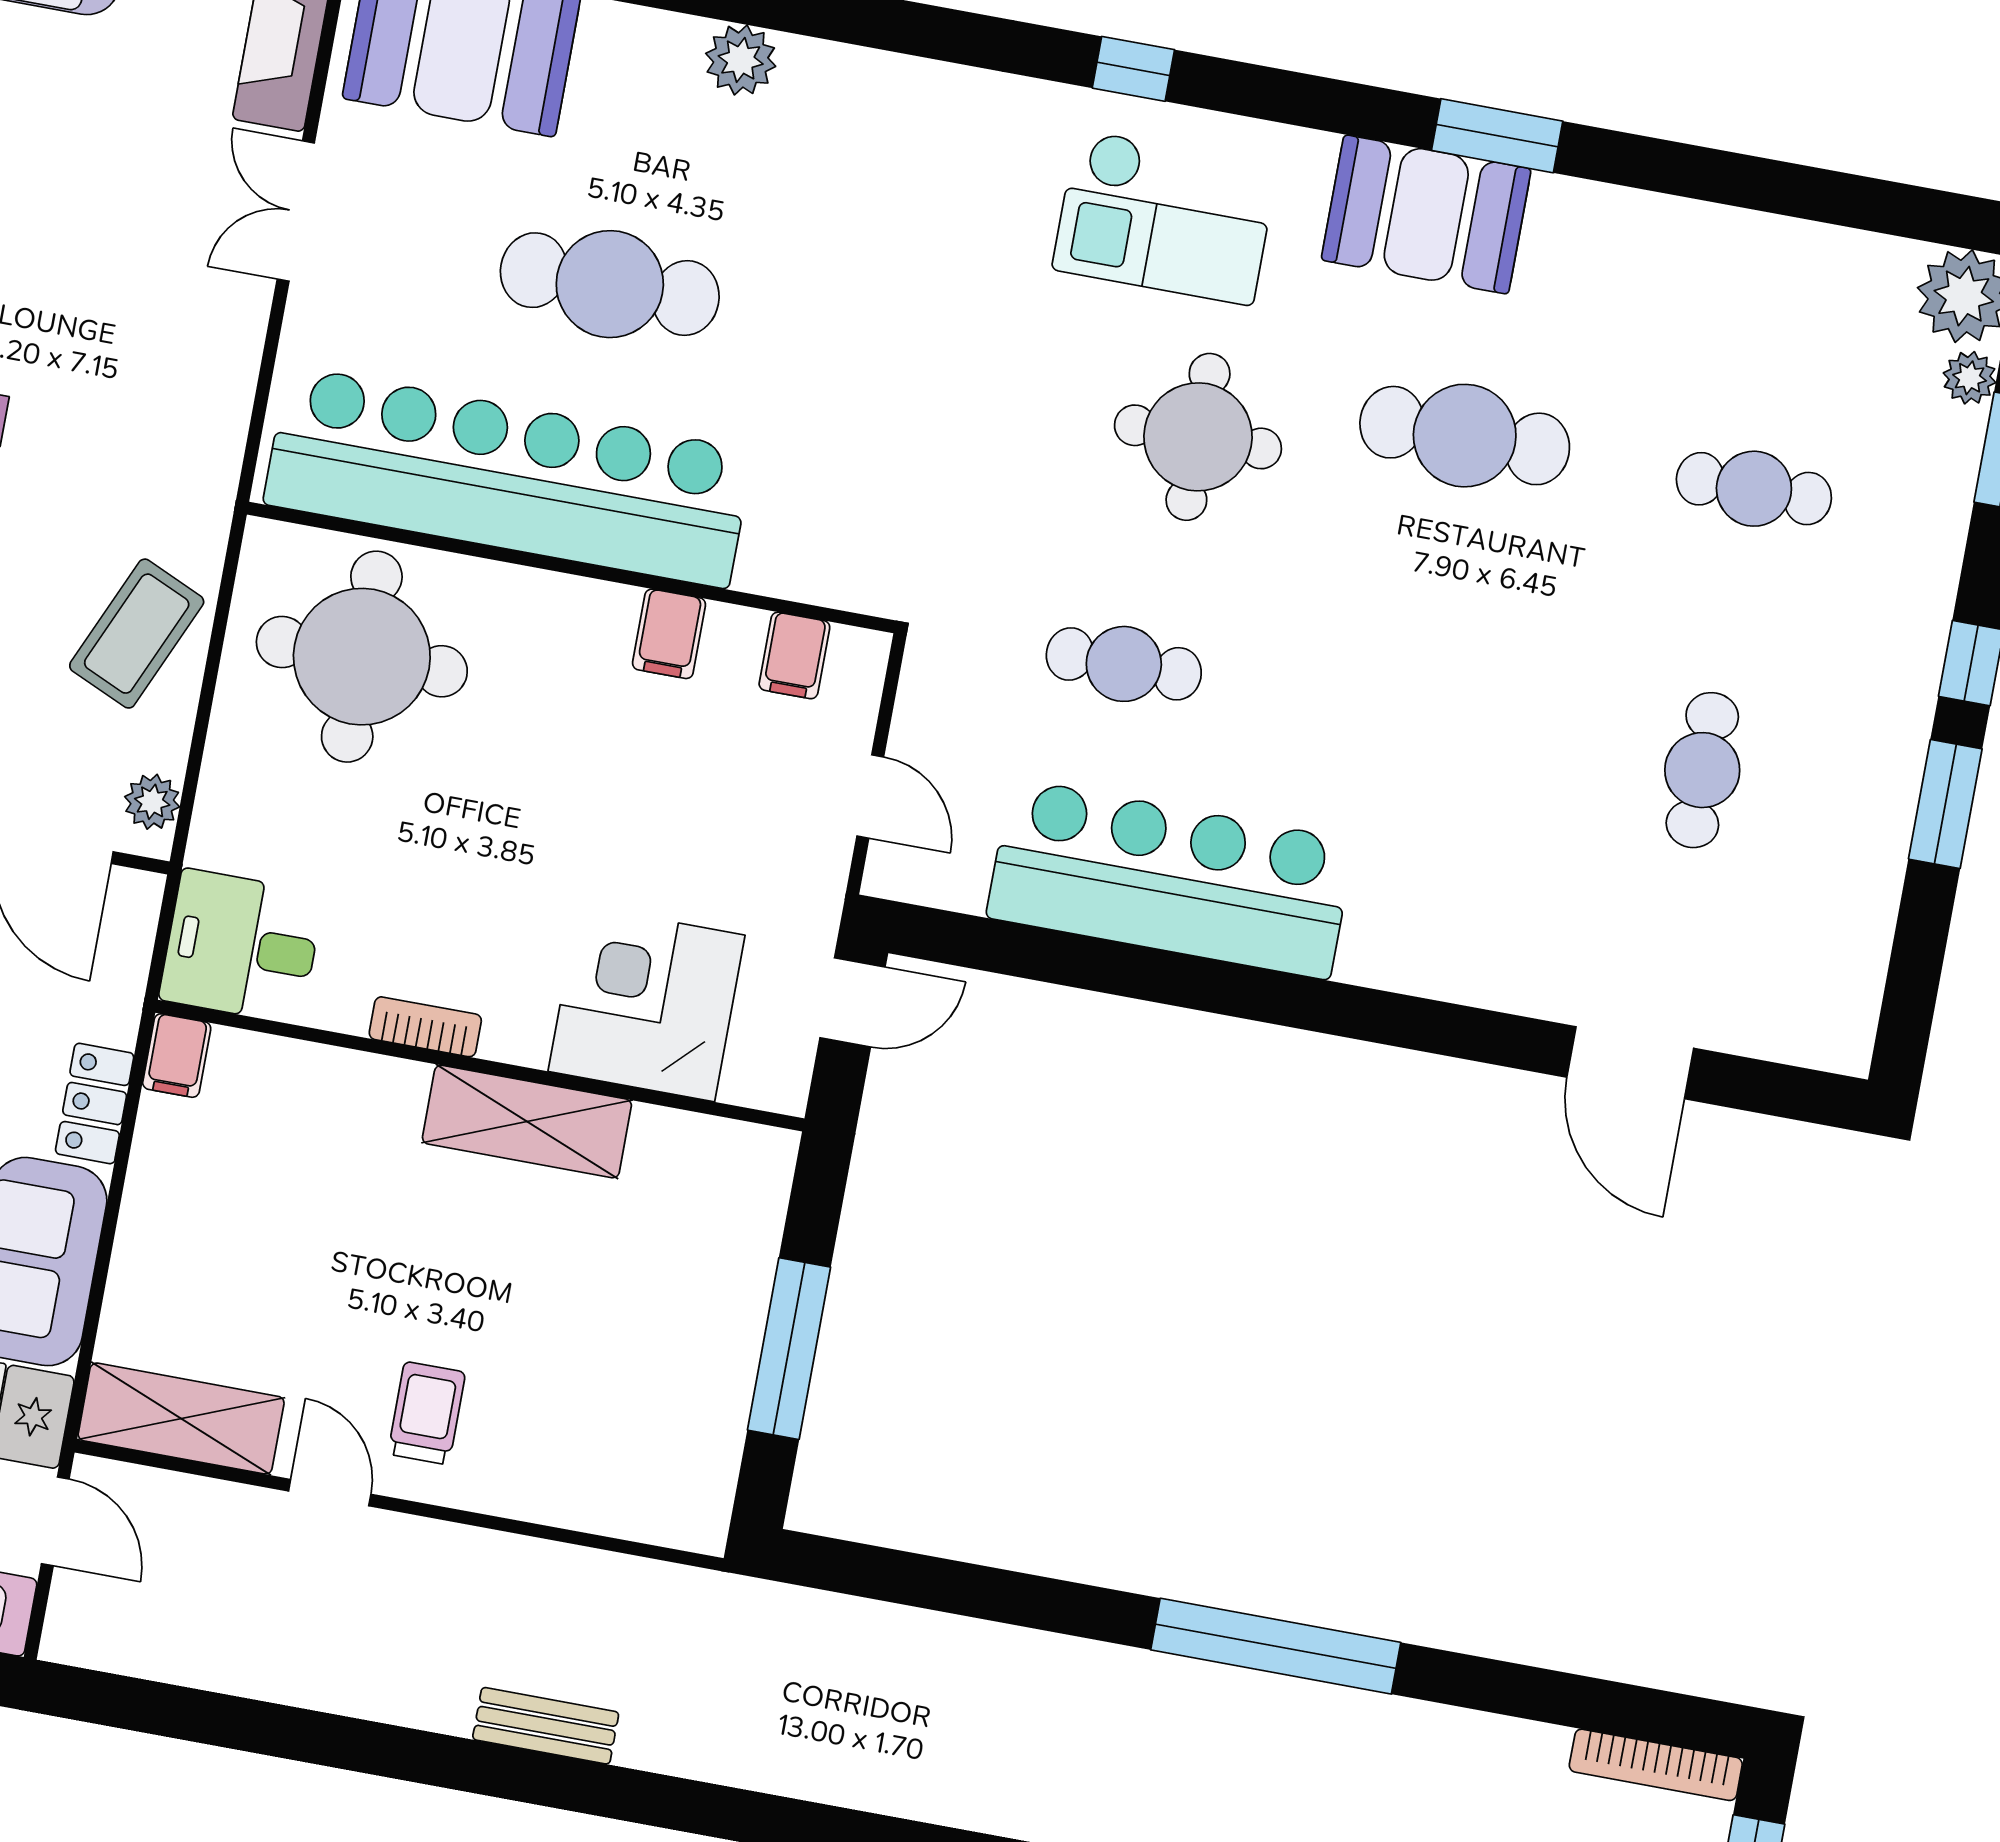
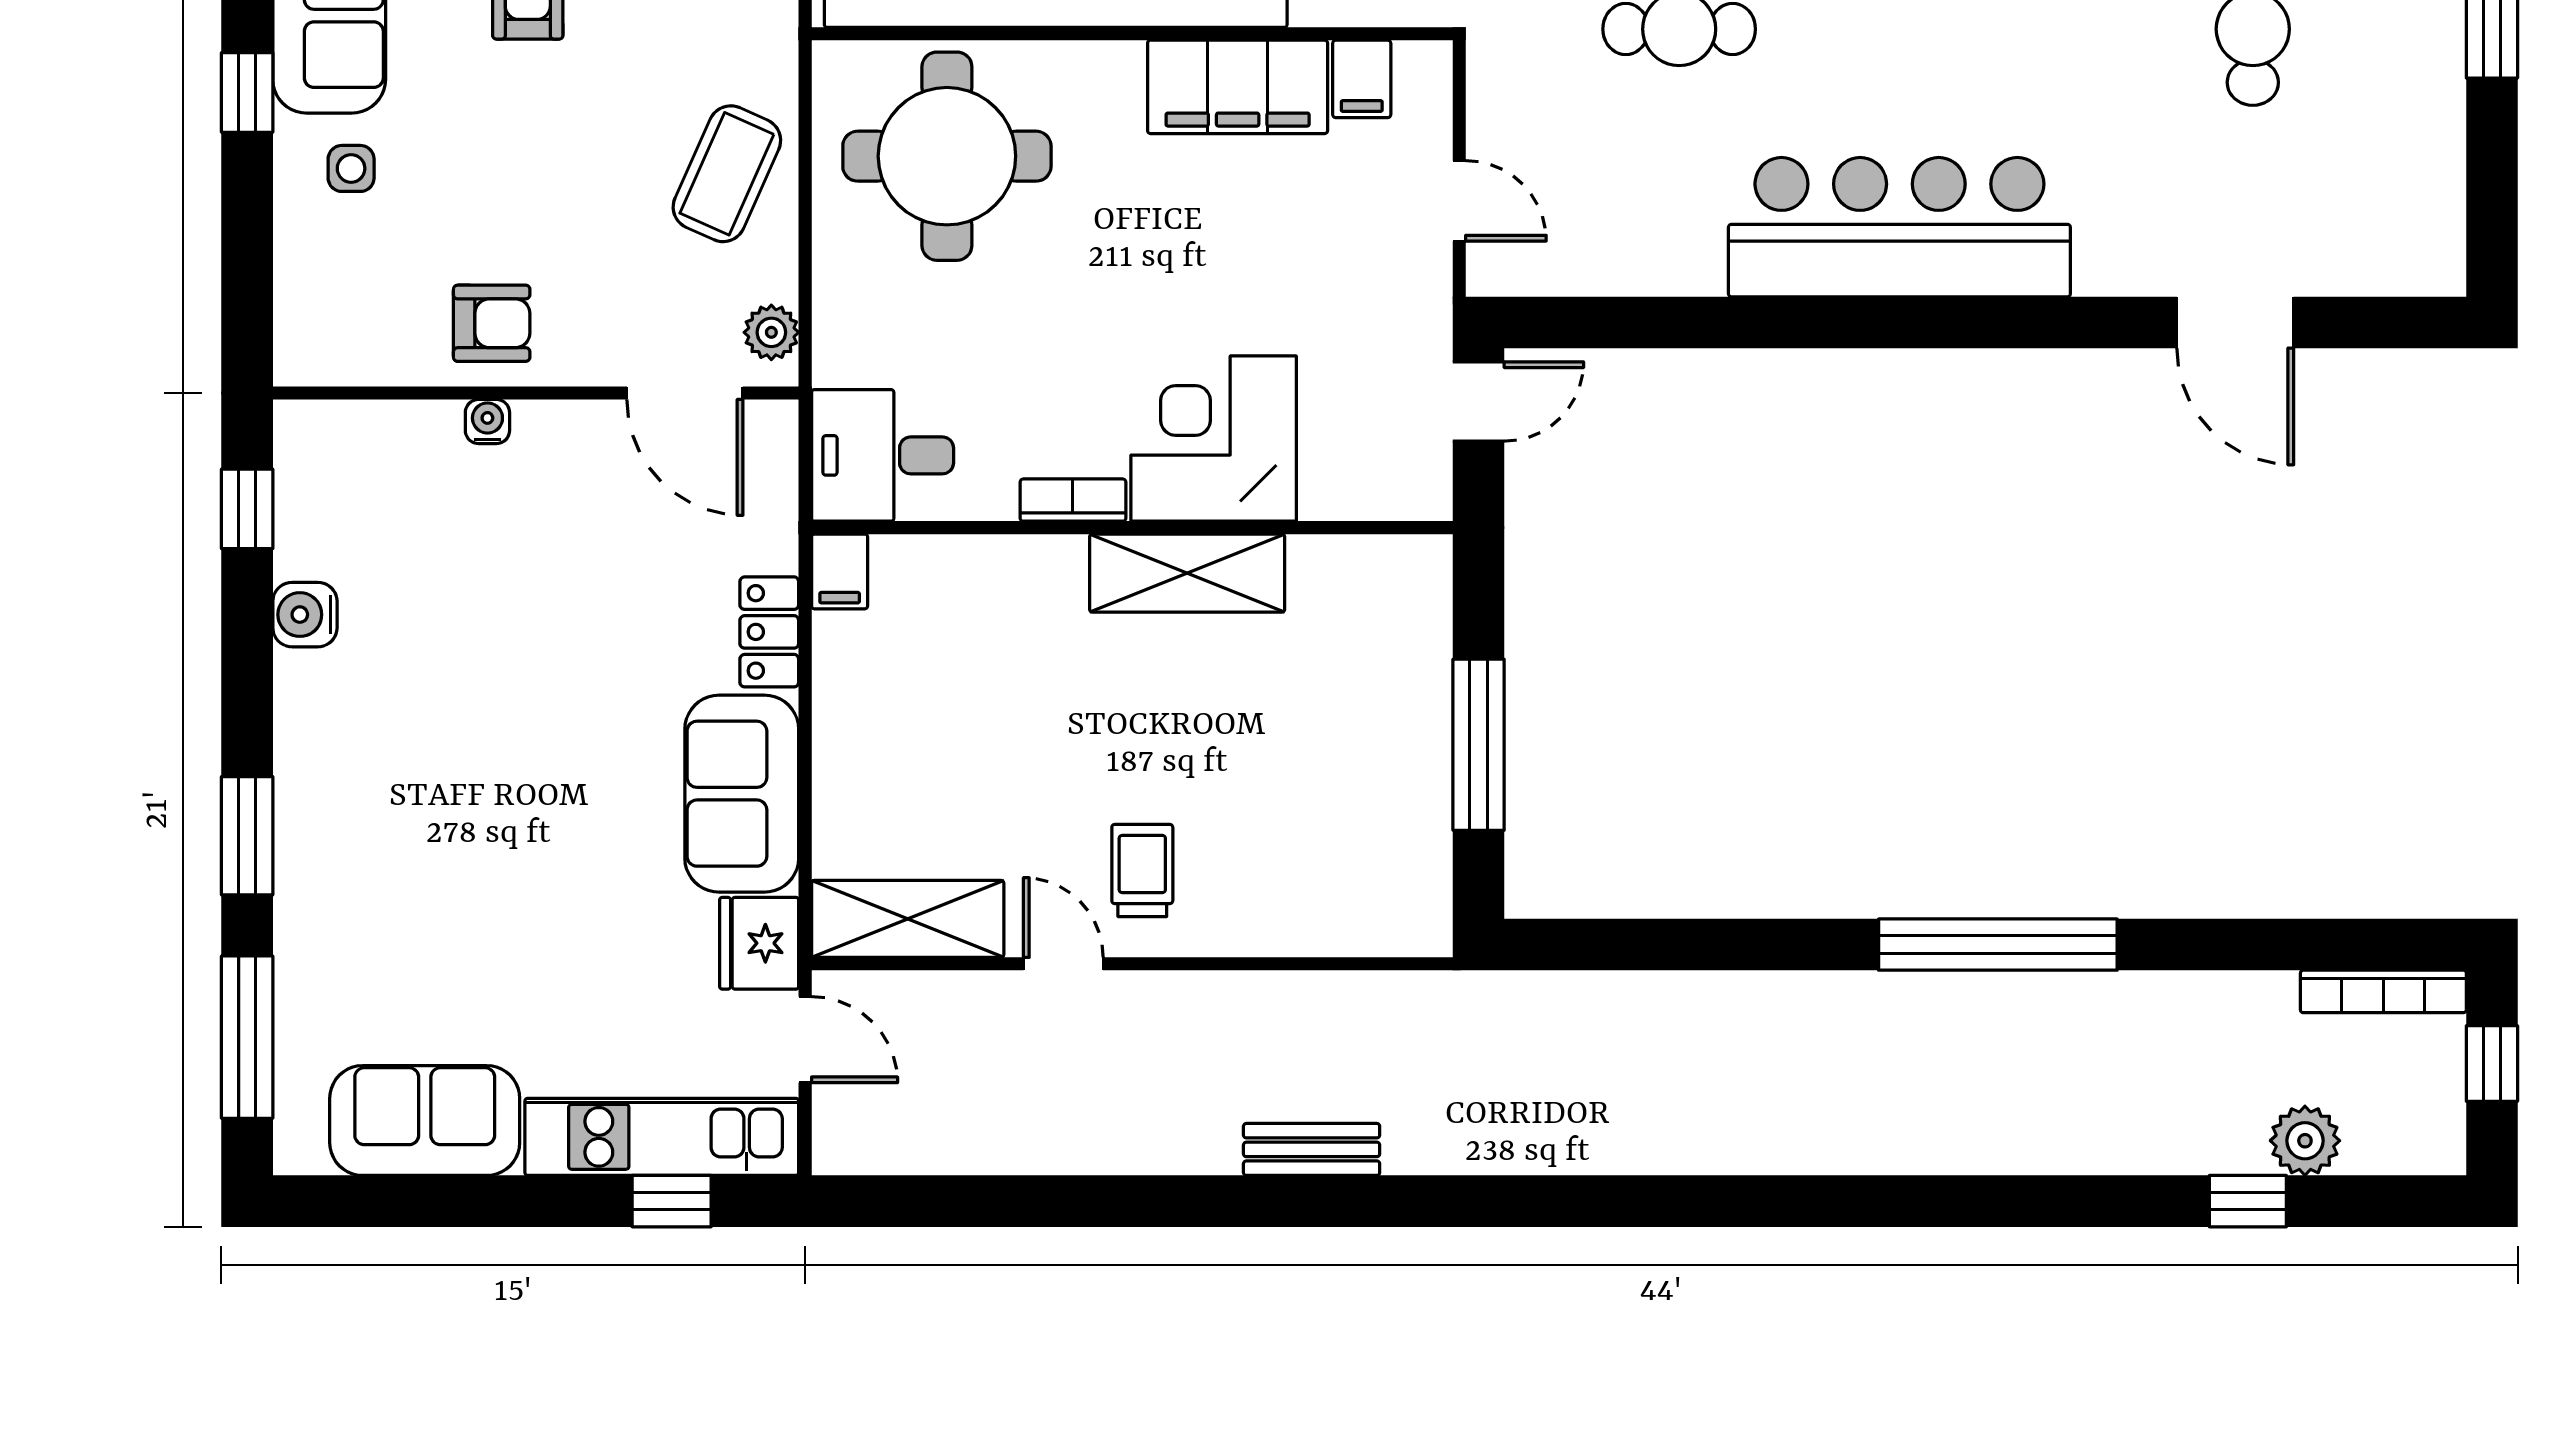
filing cabinet: (669, 634) -> (1238, 87), width x3.00, depth x1.17
bar counter: (1170, 879) -> (1899, 227), moved
corner desk: (646, 1003) -> (1214, 439), moved

